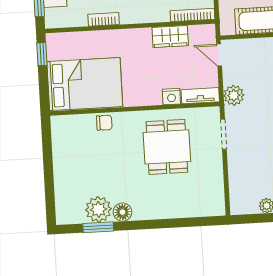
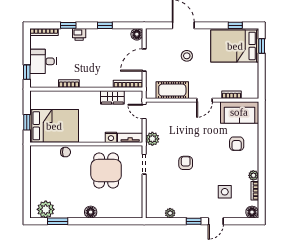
window: (42, 54) -> (27, 122), moved
plant: (98, 209) -> (46, 209), moved
floor lamp: (122, 212) -> (91, 212), moved

